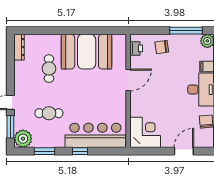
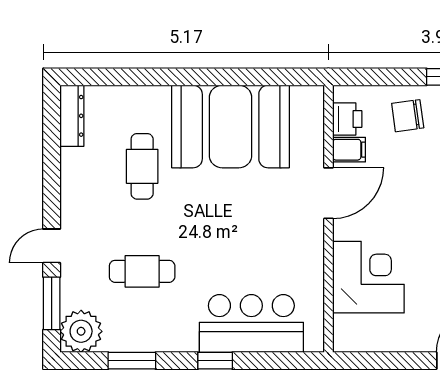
filing cabinet: (137, 61) -> (349, 150), added
corner desk: (145, 132) -> (368, 277), moved
bar counter: (95, 135) -> (251, 323), width x0.73

